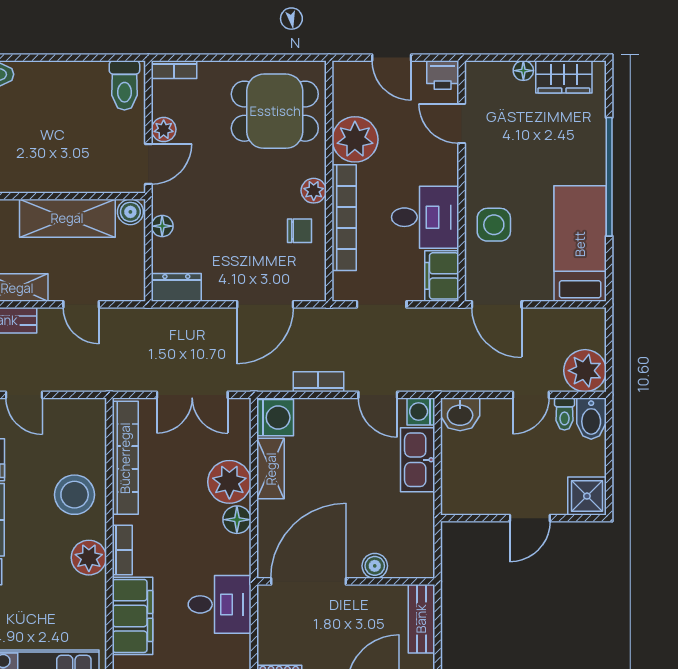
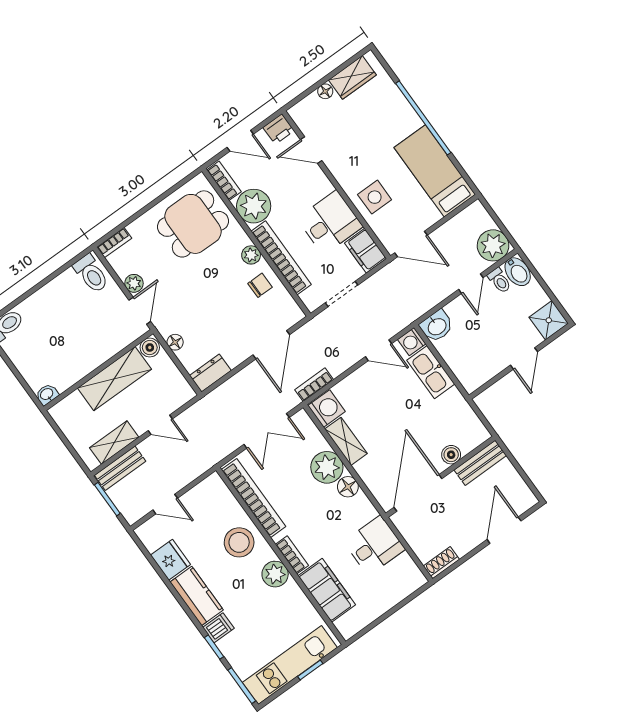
bookcase: (342, 88) -> (224, 181), added
bookcase: (318, 382) -> (314, 385), moved
bench: (421, 619) -> (480, 463), moved, turned 90

